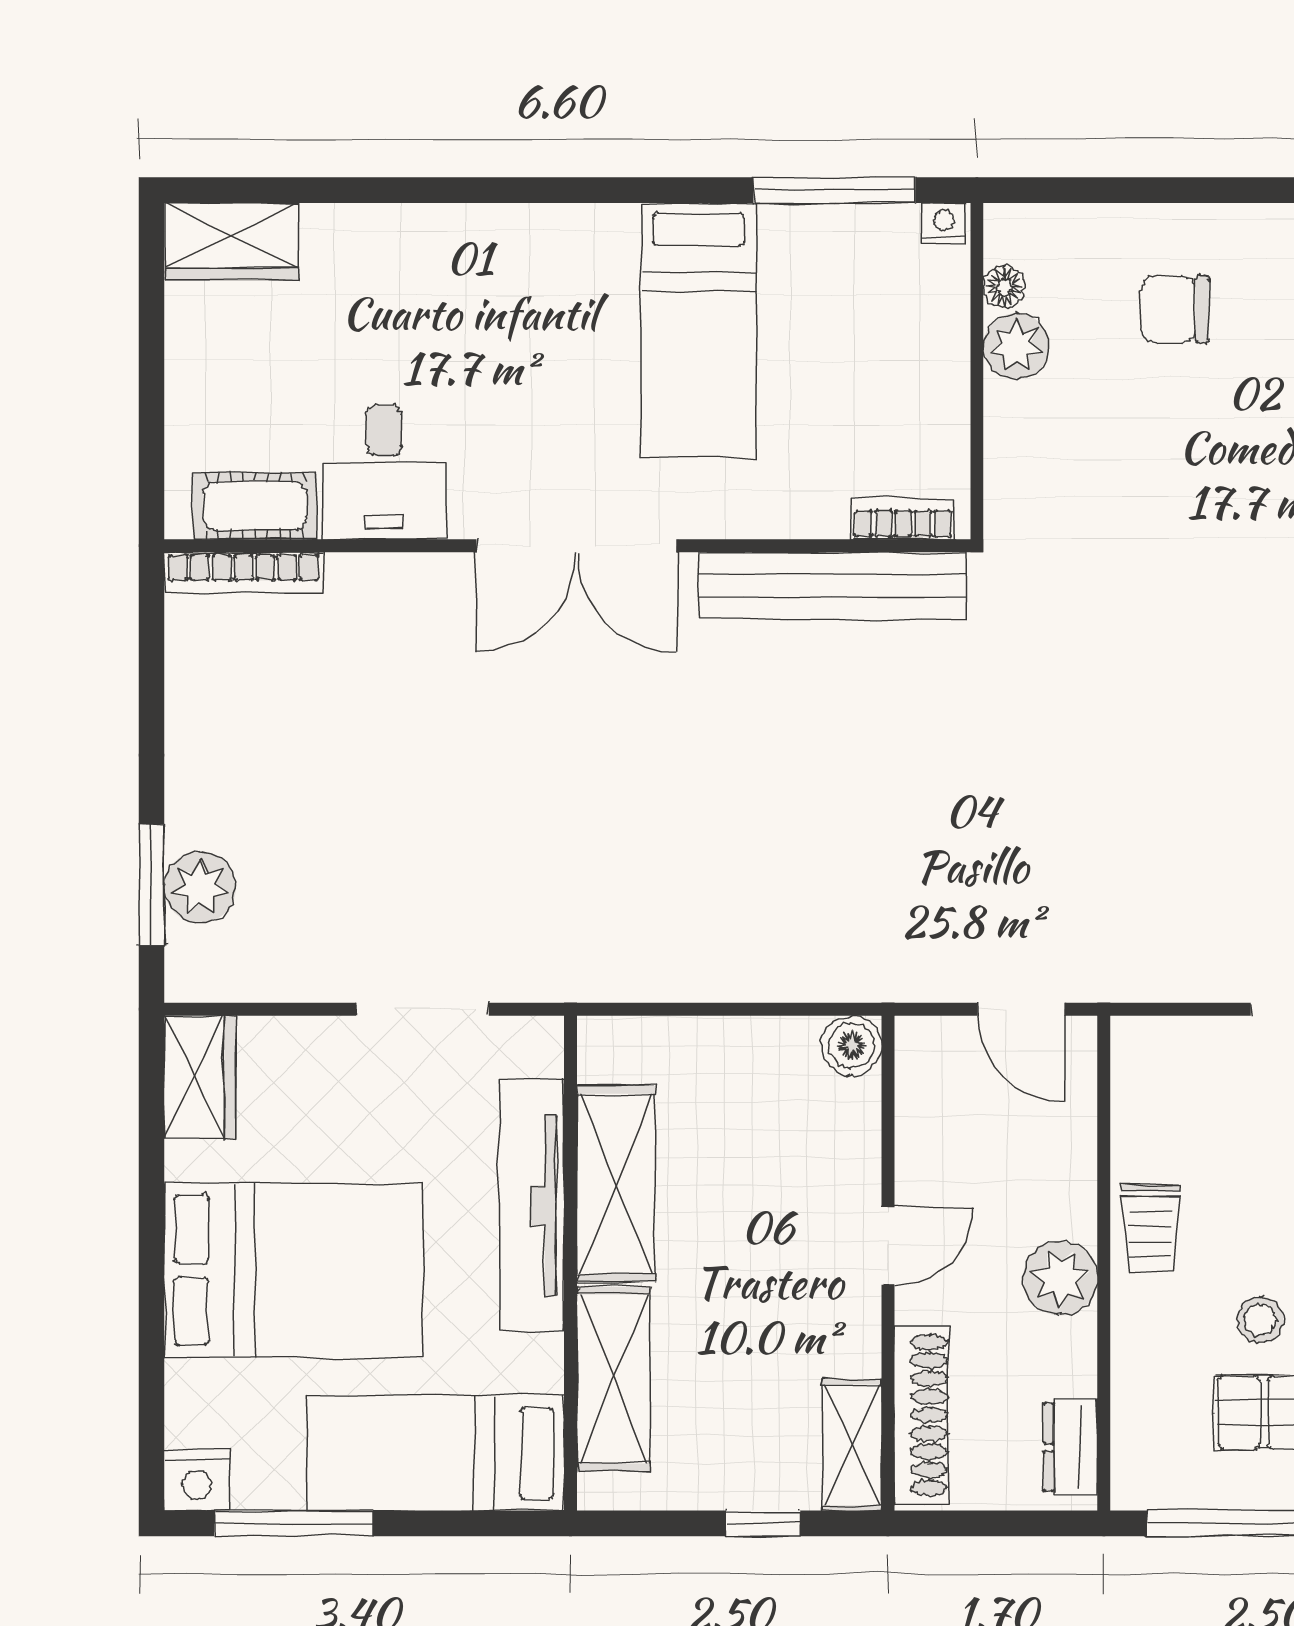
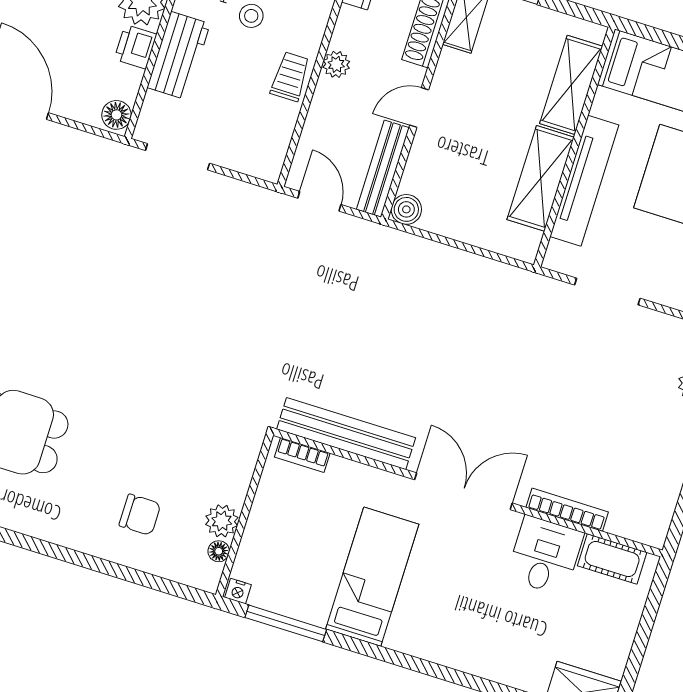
bookcase: (243, 572) -> (567, 510), moved
bench: (920, 1109) -> (383, 169), added
plant: (1060, 1278) -> (336, 64), width x0.73, depth x0.73

